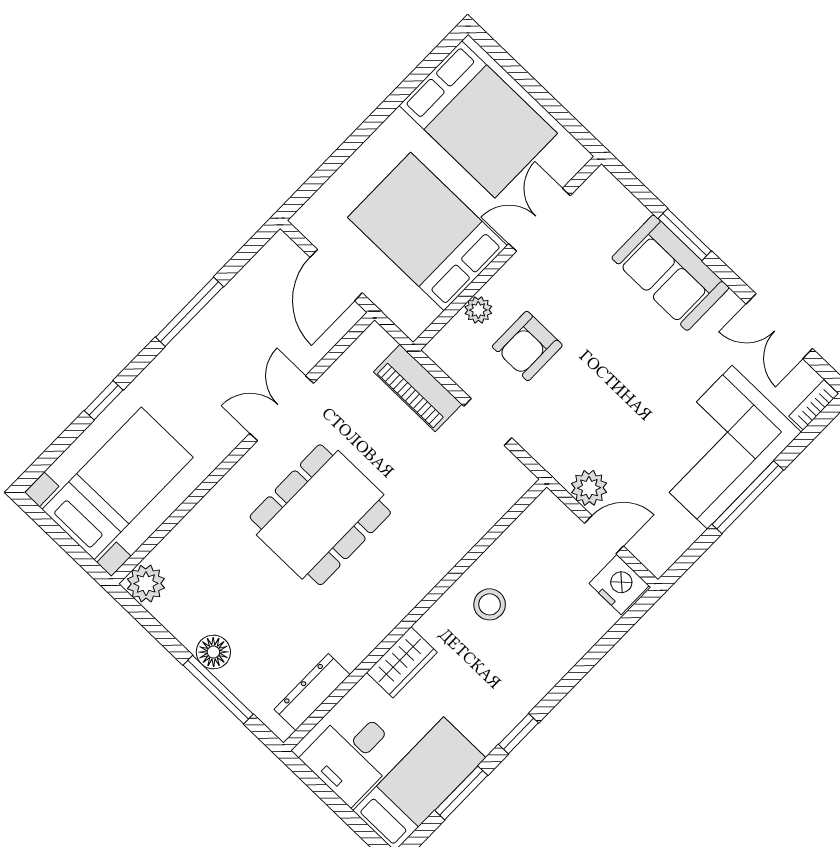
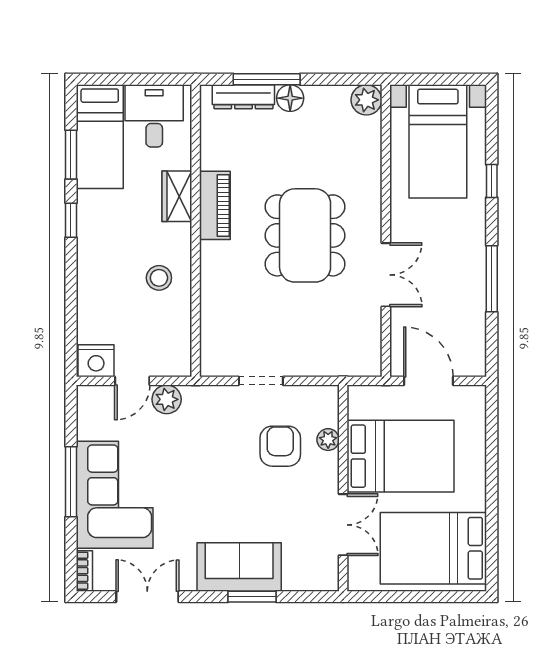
piano: (418, 388) -> (215, 205), moved, turned 90
dresser: (312, 692) -> (243, 97), moved, turned 90

